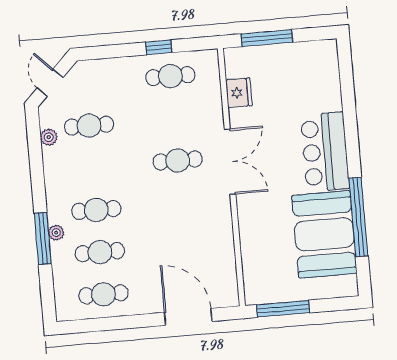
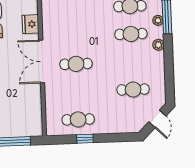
fridge: (239, 93) -> (31, 24), moved
plant: (49, 137) -> (158, 45), moved

